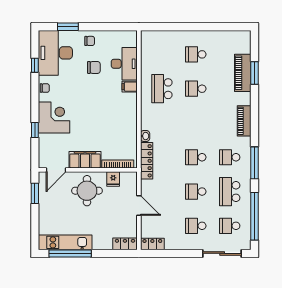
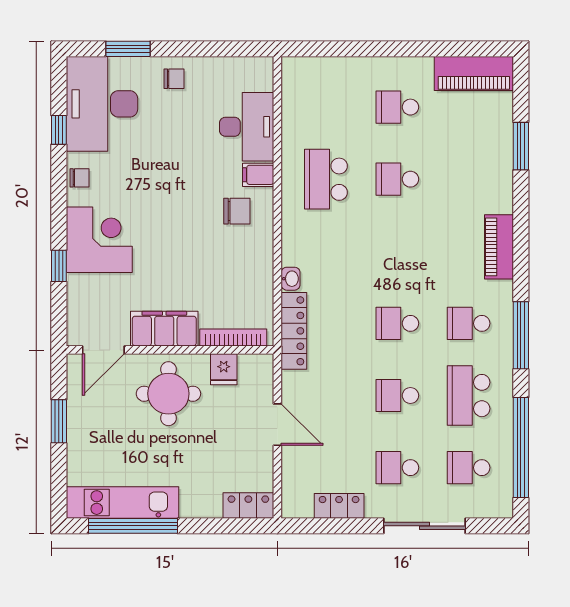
chair: (94, 67) -> (237, 211), moved
piano: (243, 73) -> (474, 74), moved, turned -90
window: (35, 193) -> (59, 421), moved
locker: (152, 244) -> (339, 506), moved
sliding door: (222, 253) -> (425, 526), moved

